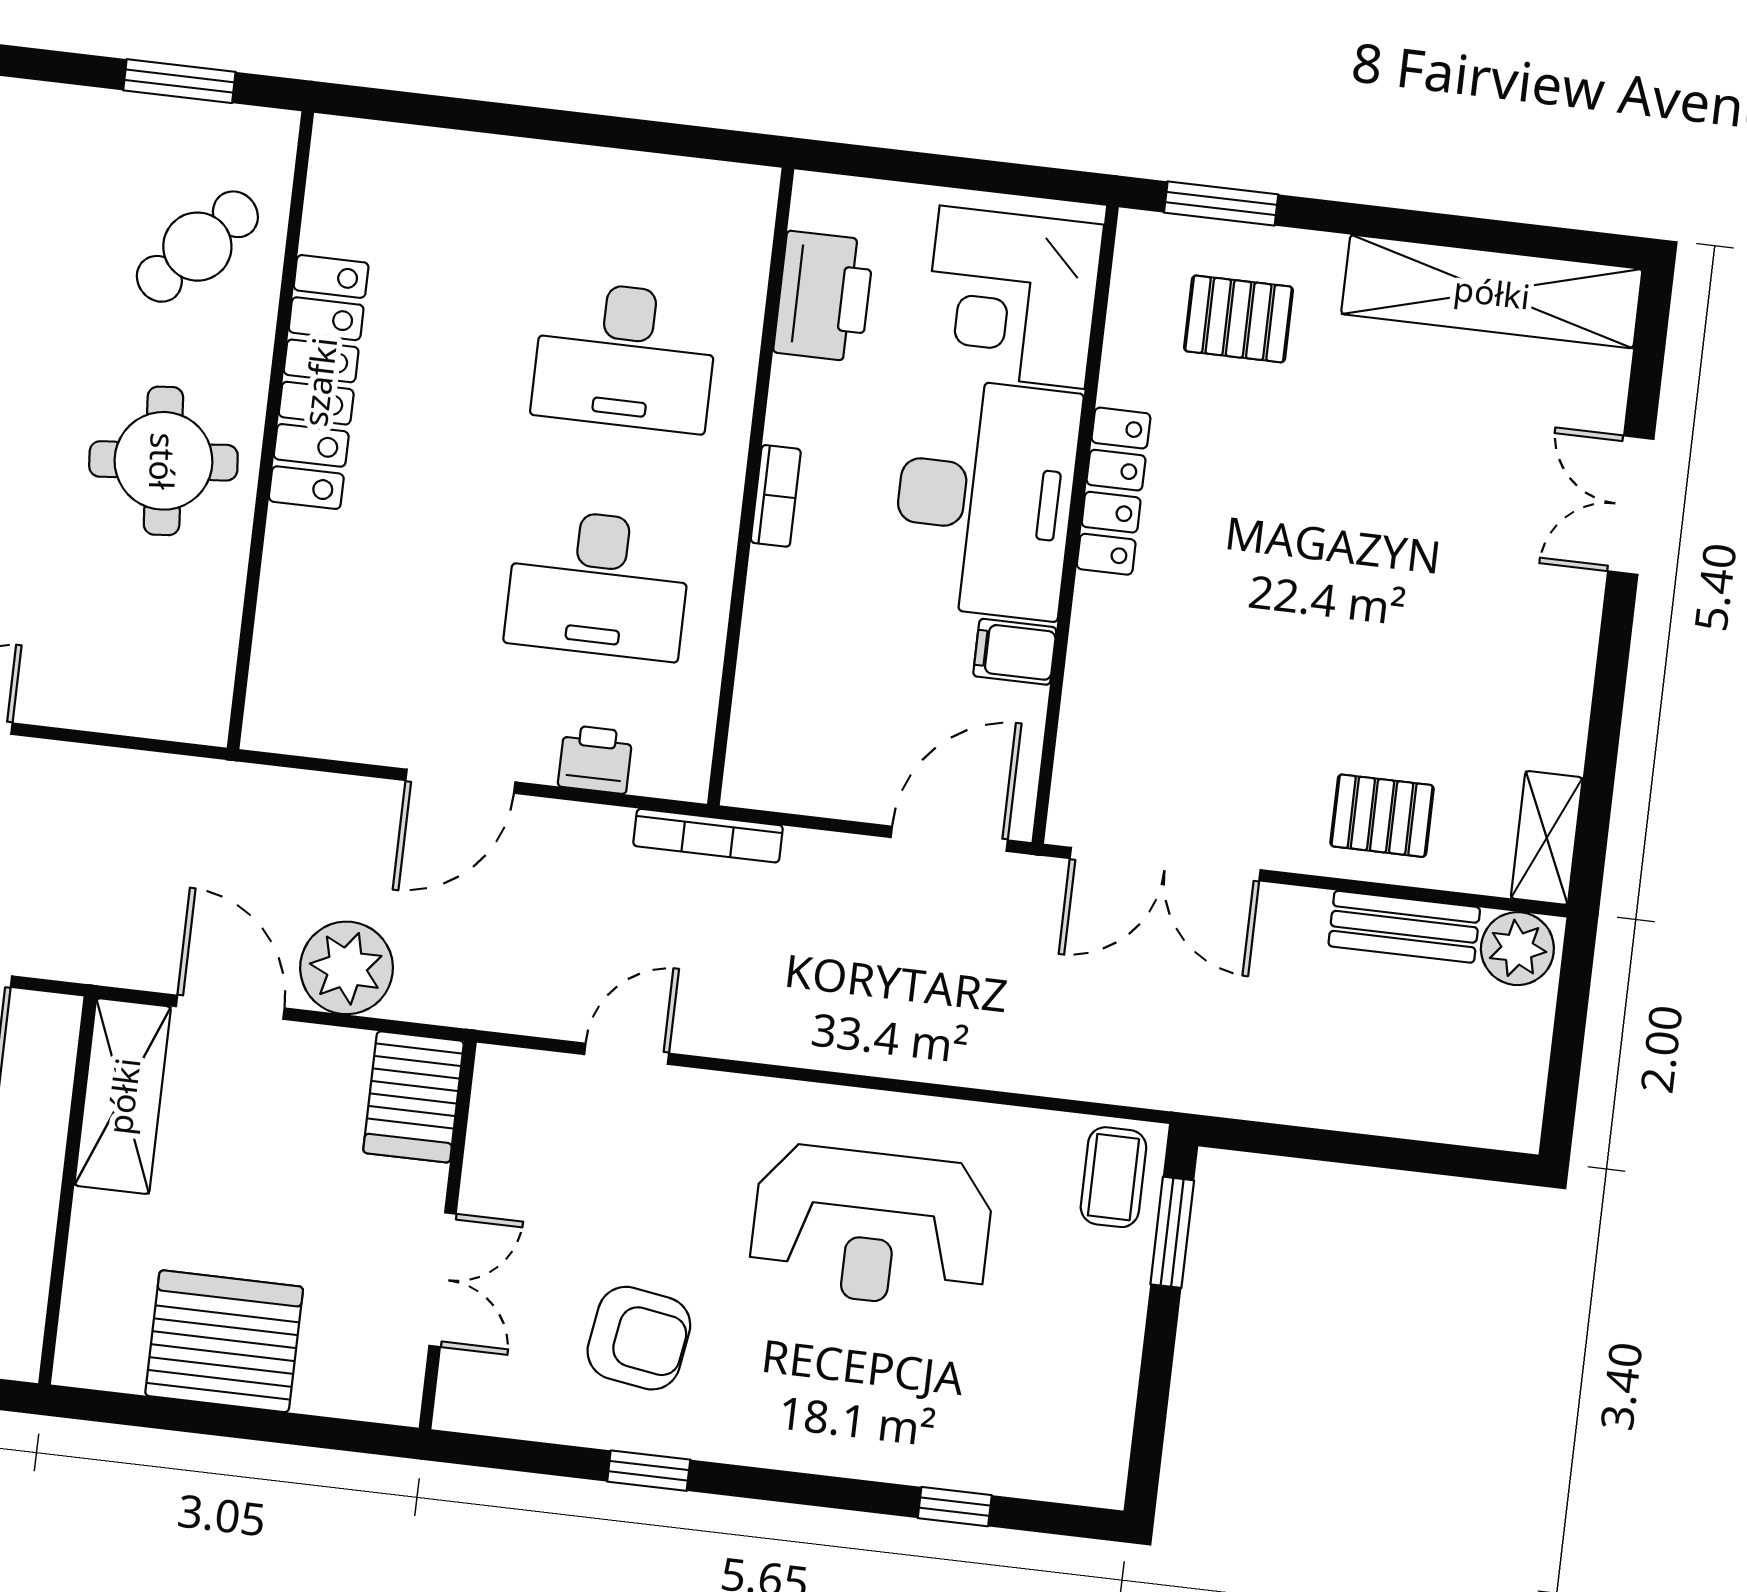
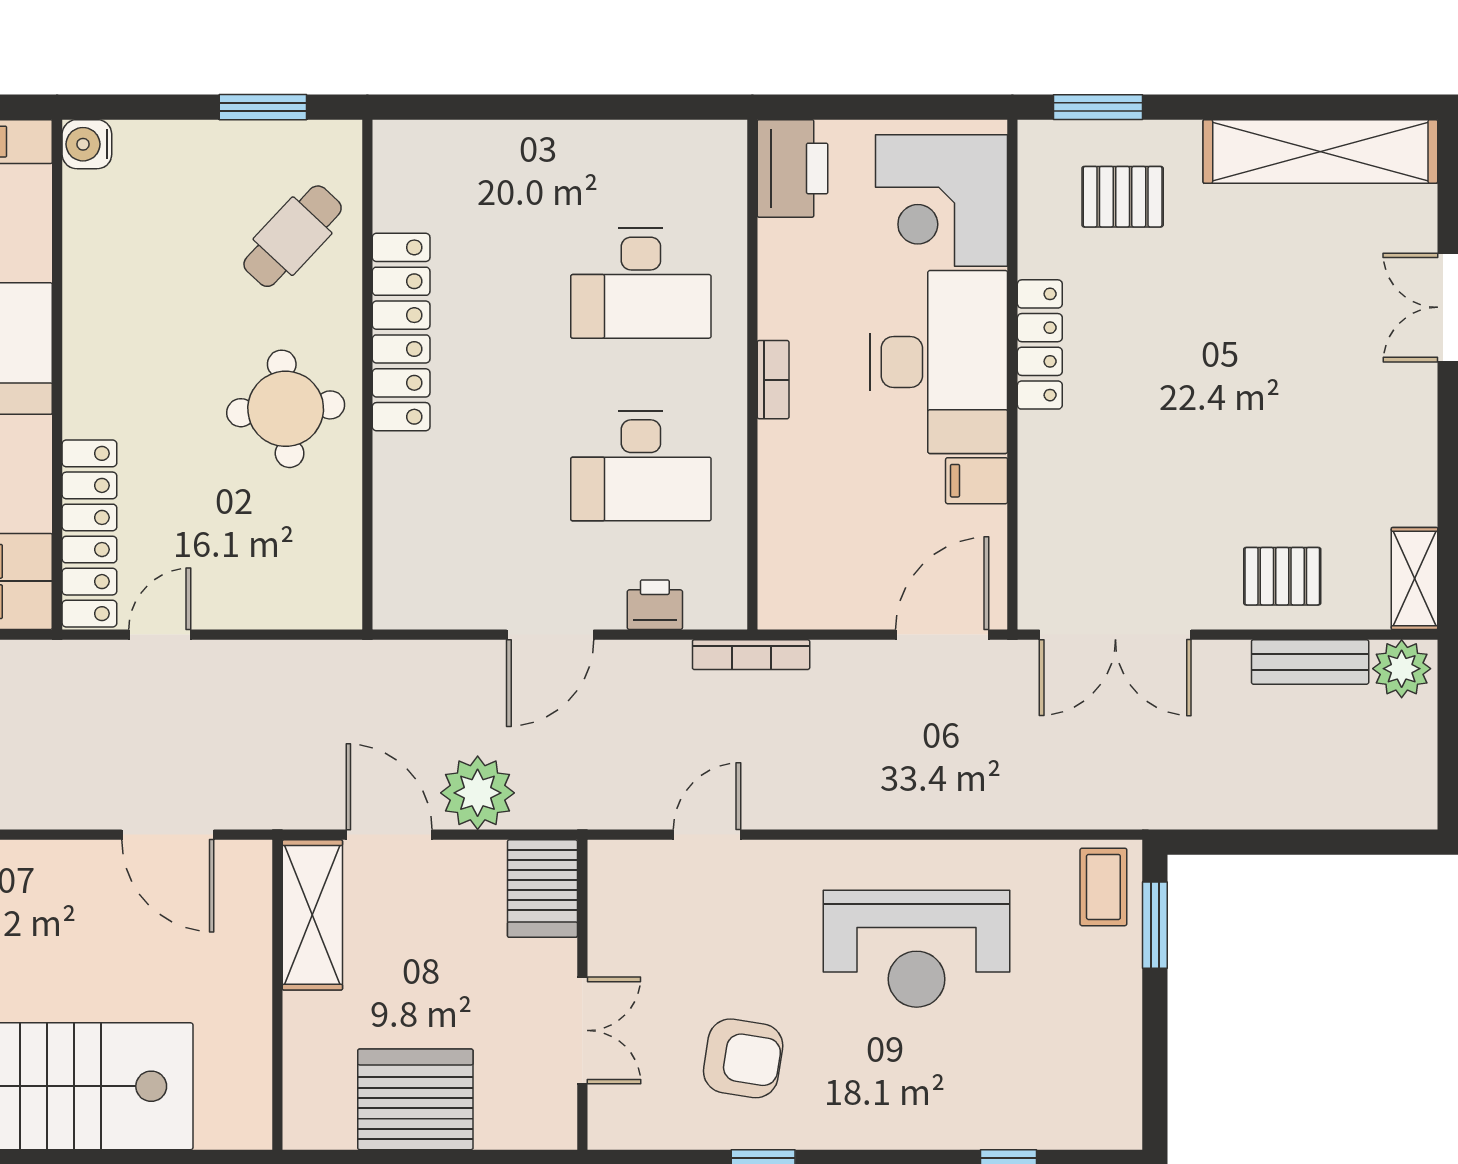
printer: (824, 296) -> (793, 168), moved

